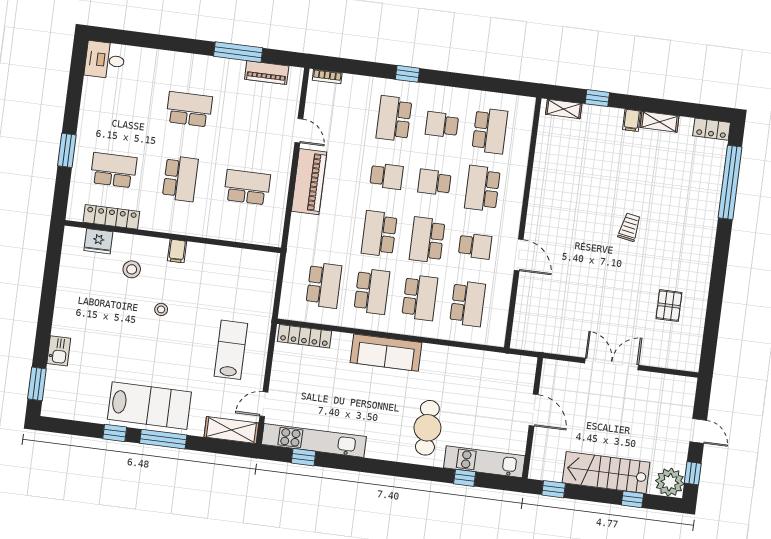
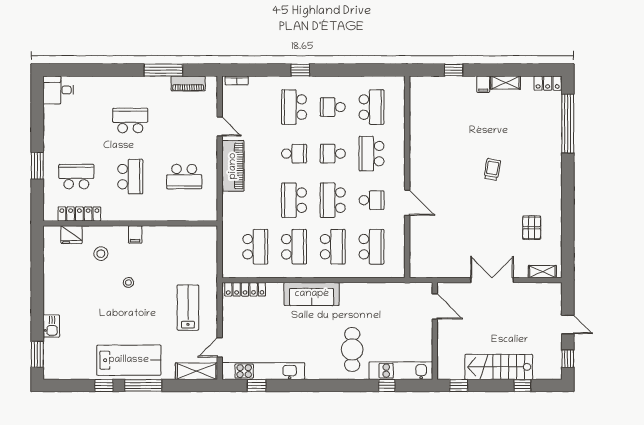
shelving: (564, 109) -> (542, 272), moved
school desk: (247, 187) -> (184, 177), turned 180
door: (534, 410) -> (435, 306), moved
plant: (670, 482) -> (550, 368), removed

